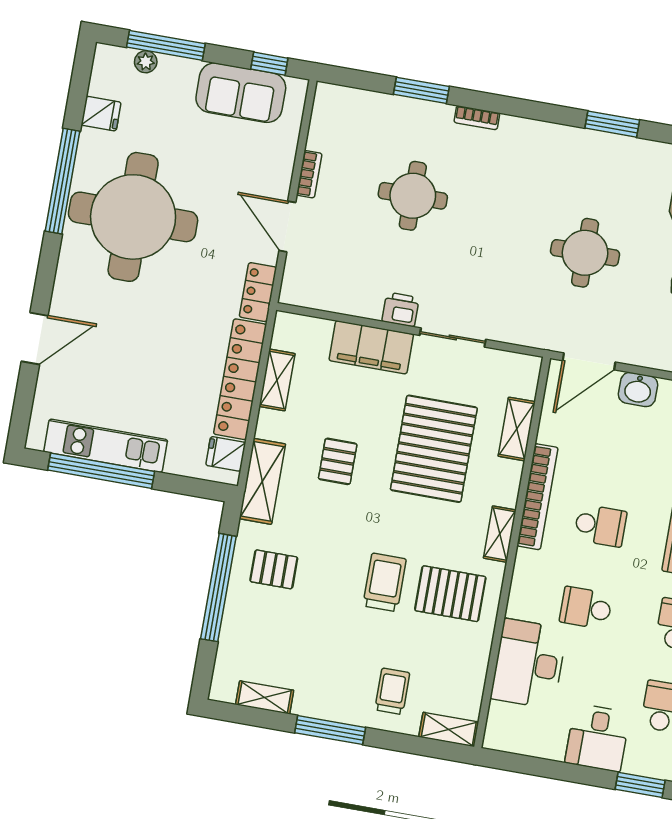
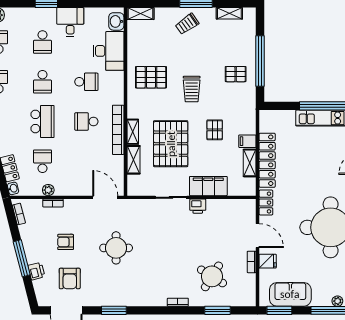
window: (269, 64) -> (279, 310), width x1.50
window: (421, 90) -> (217, 310), moved
round table: (413, 196) -> (212, 276), moved, turned 32
door: (589, 361) -> (105, 197), hinge flipped
washbasin: (638, 390) -> (116, 21), moved, turned -90
filing cabinet: (274, 426) -> (247, 141), added
fridge: (226, 454) -> (268, 261), moved
shelving: (262, 481) -> (248, 114), removed
shelving: (500, 534) -> (133, 132), moved
trolley: (385, 582) -> (192, 89), moved
trolley: (392, 691) -> (187, 24), moved, turned 55

